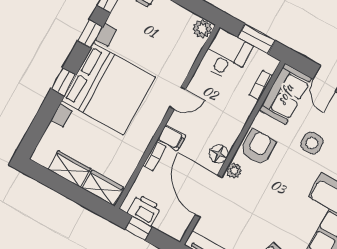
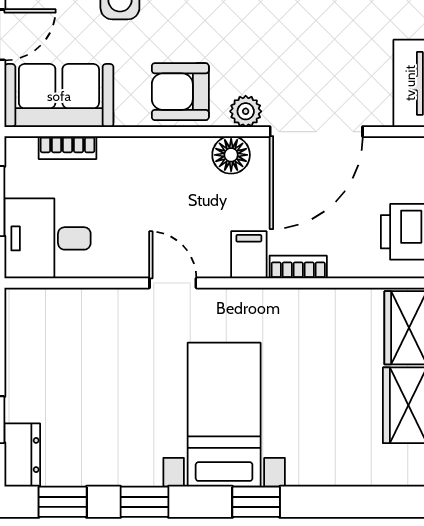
plant: (202, 29) -> (25, 307), removed
bed with nightstands: (109, 89) -> (224, 415), width x0.54

